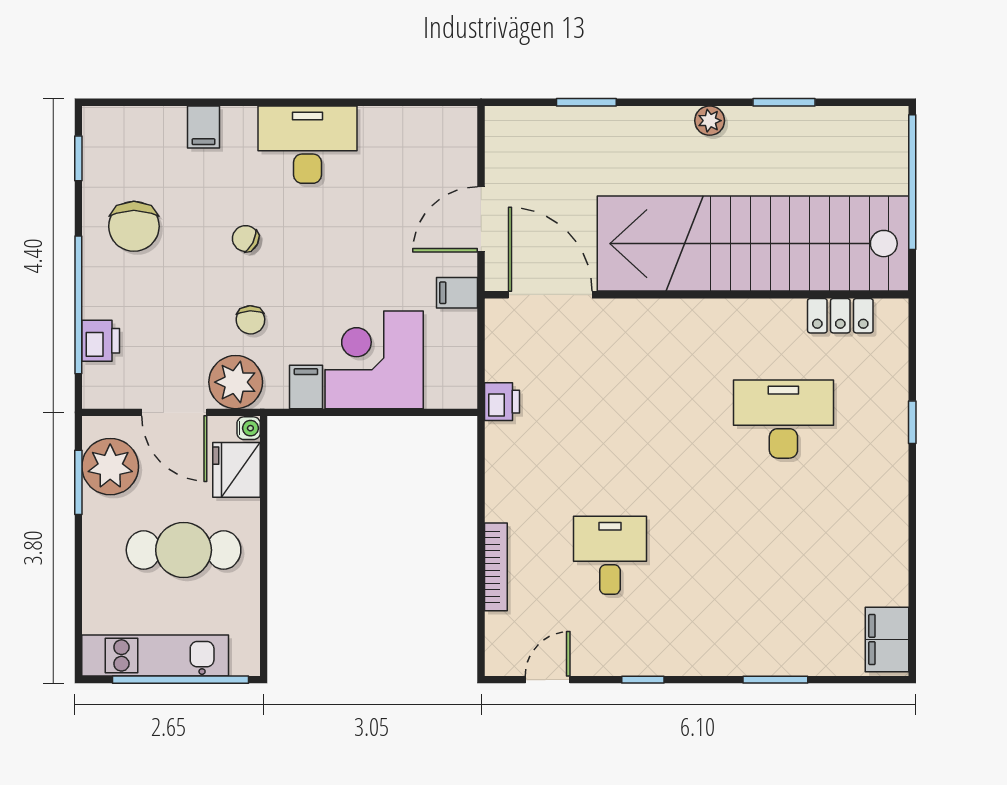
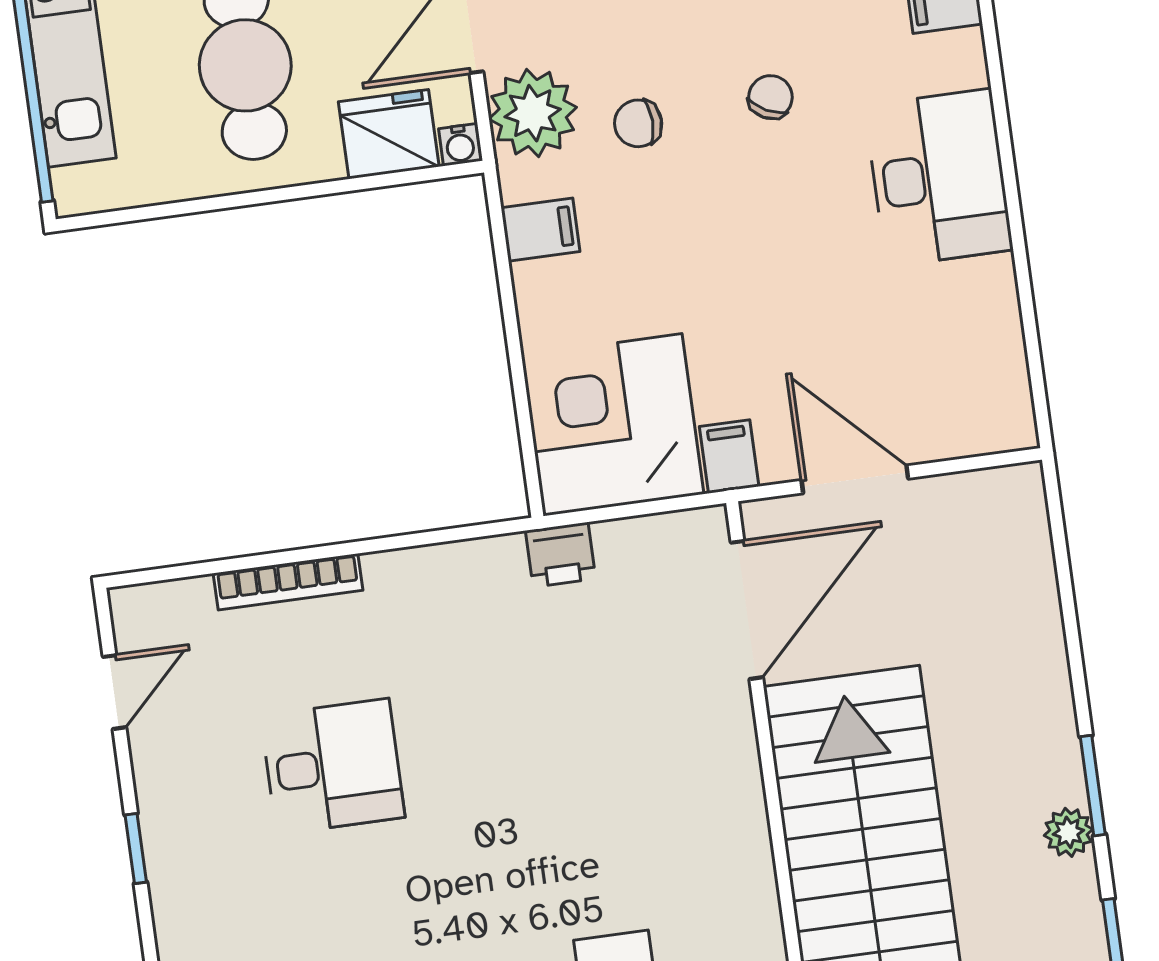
window: (586, 102) -> (1093, 786), moved
corner desk: (374, 360) -> (613, 425), moved, turned -90
door: (548, 680) -> (114, 692), hinge flipped

